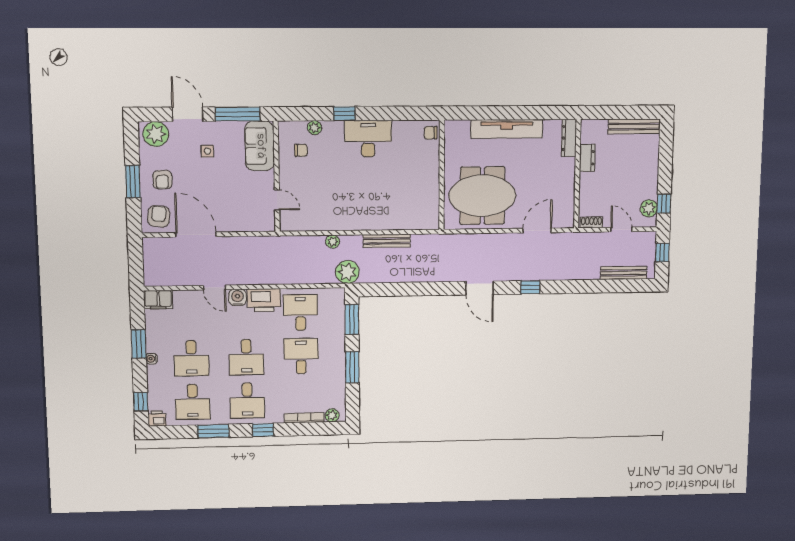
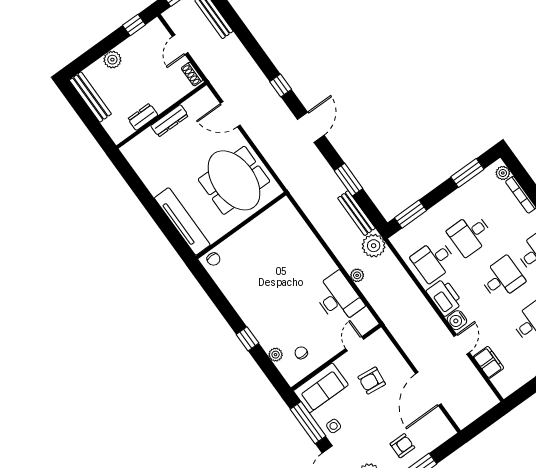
tv unit: (507, 129) -> (182, 221), moved
dresser: (569, 138) -> (170, 121), moved
desk: (368, 139) -> (338, 298), moved, turned 180
side table: (207, 151) -> (334, 426), moved
plant: (649, 208) -> (112, 60), moved
armchair: (159, 216) -> (372, 381), moved
bench: (387, 241) -> (356, 213), moved
window: (416, 289) -> (348, 180), added
filing cabinet: (158, 300) -> (489, 362), moved
window: (352, 367) -> (467, 173), moved

